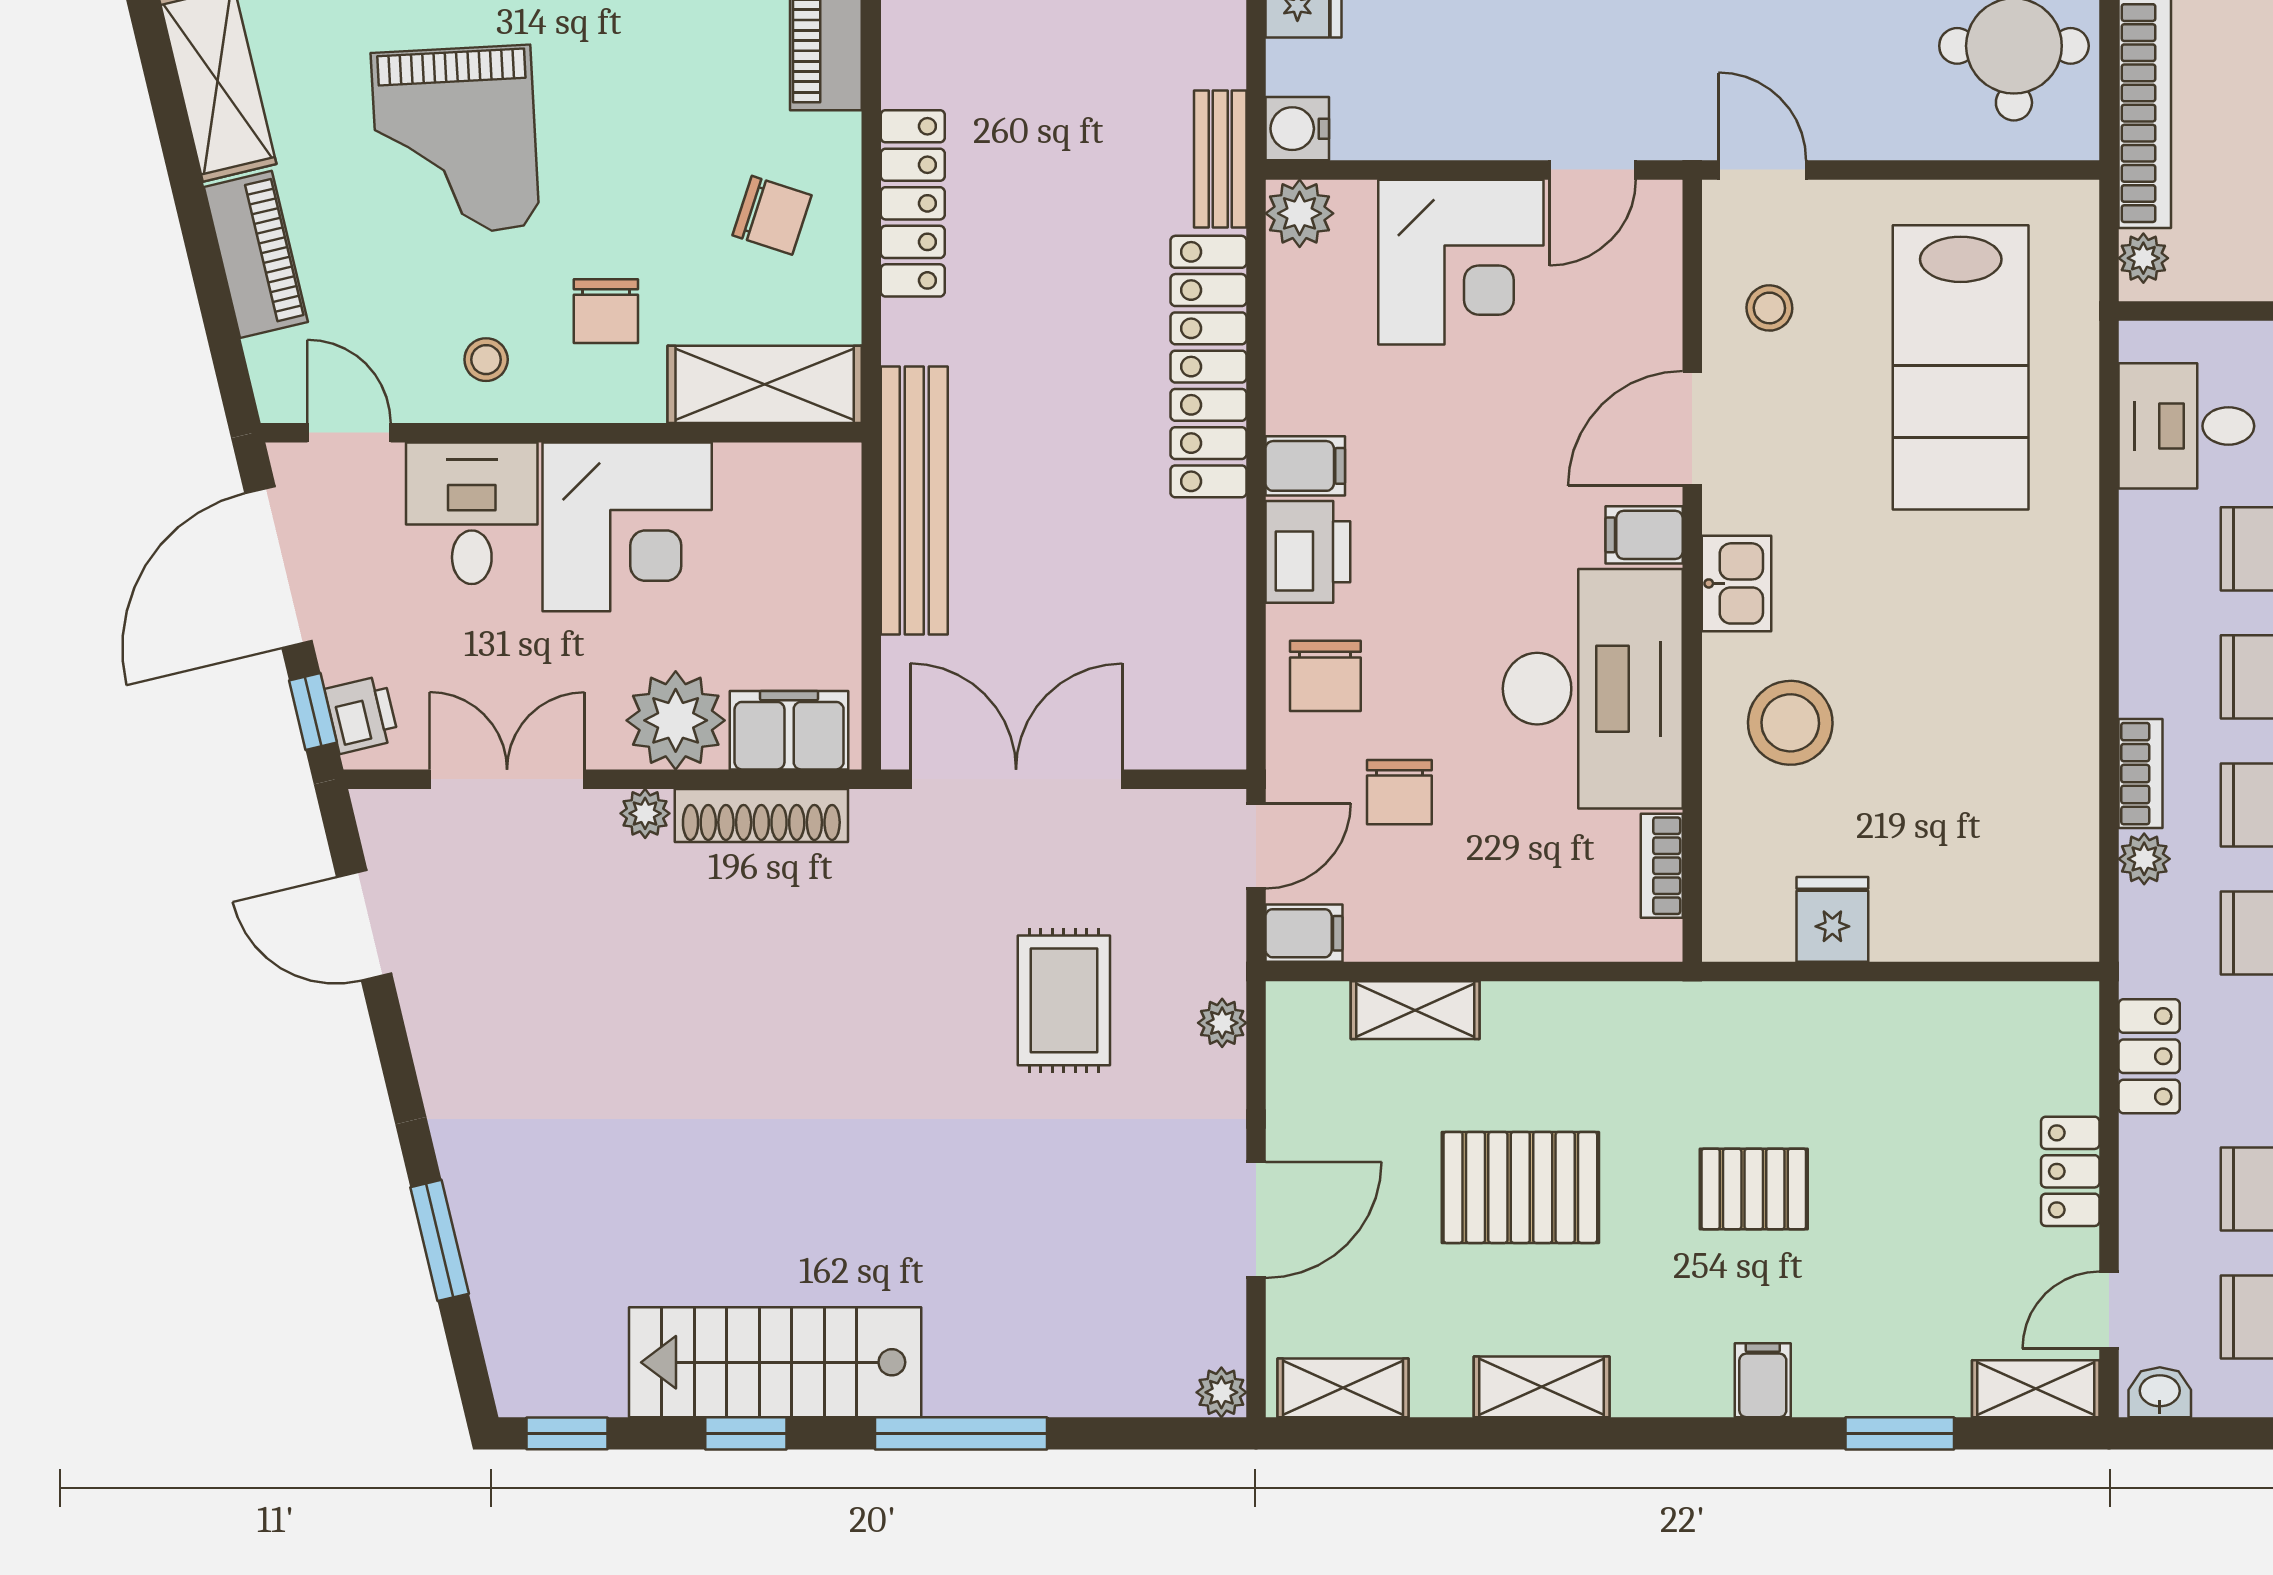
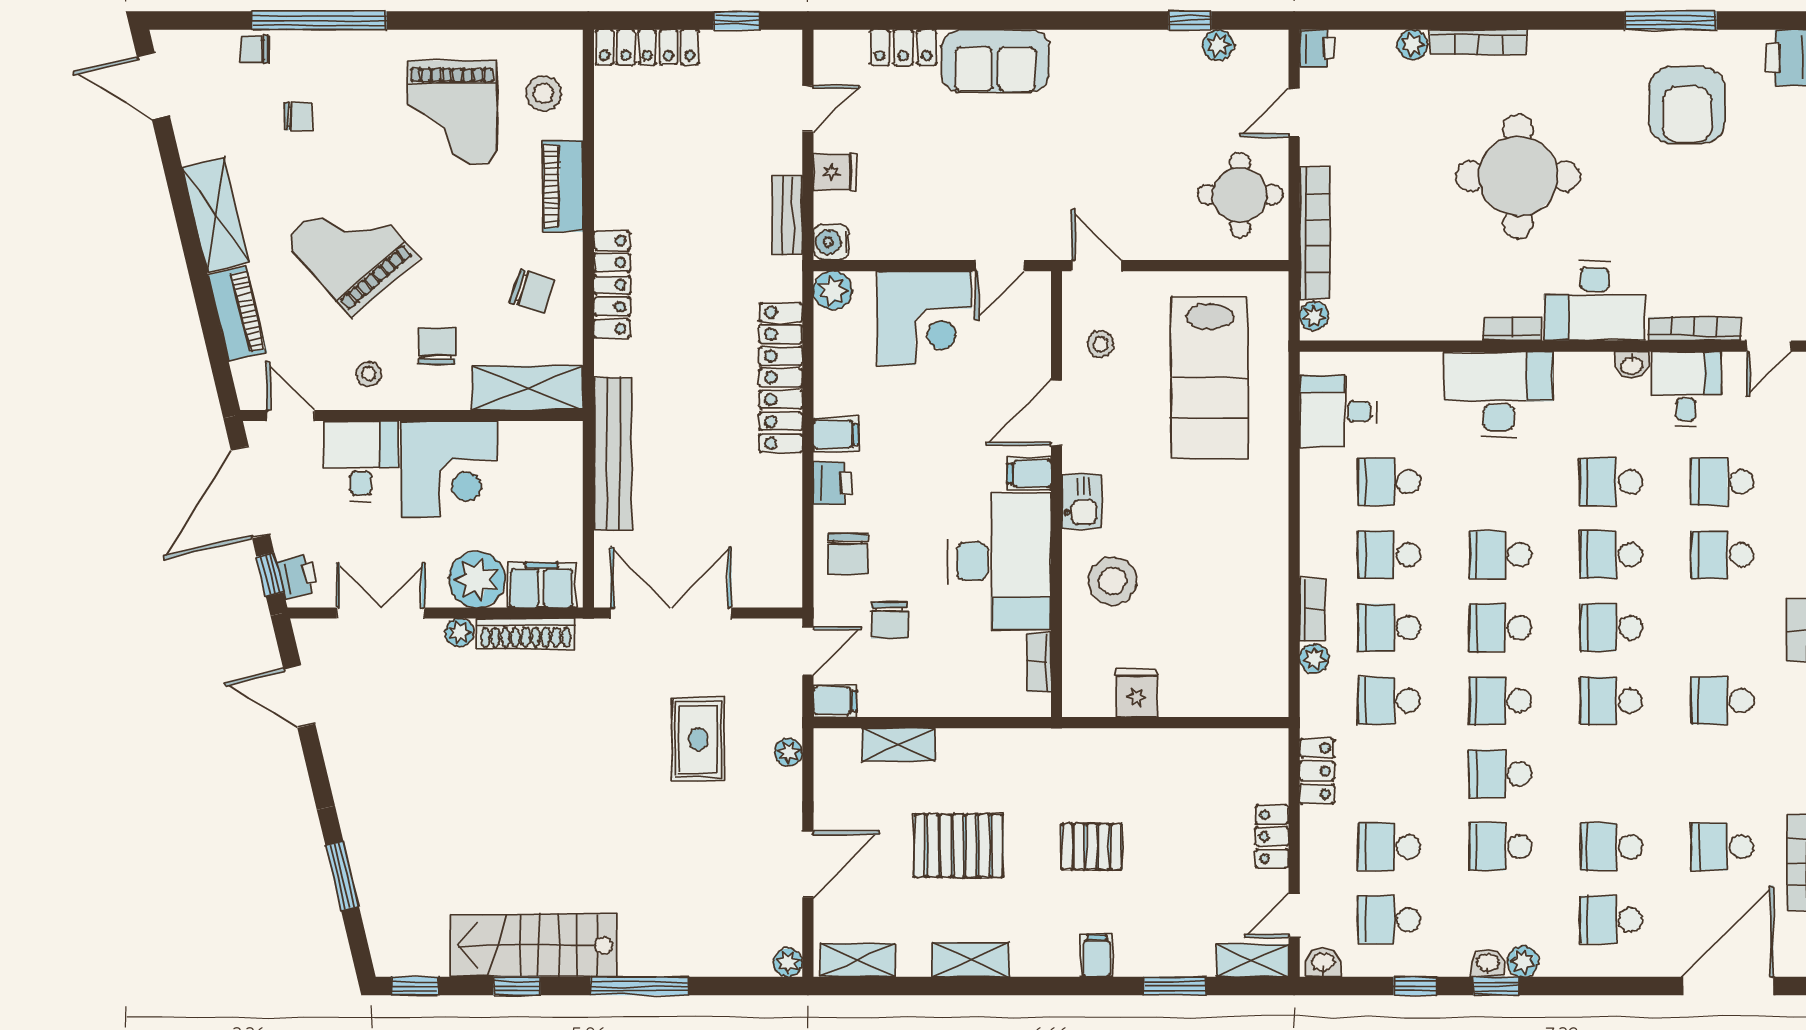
grand piano: (455, 141) -> (351, 249), turned 142
bench: (1220, 159) -> (787, 215), moved
chair: (606, 311) -> (437, 346), turned 180
printer: (1308, 552) -> (833, 483), width x0.73, depth x0.81

